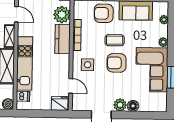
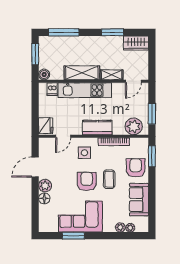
kitchen counter: (63, 39) -> (97, 128), moved
plant: (163, 42) -> (120, 227), moved

